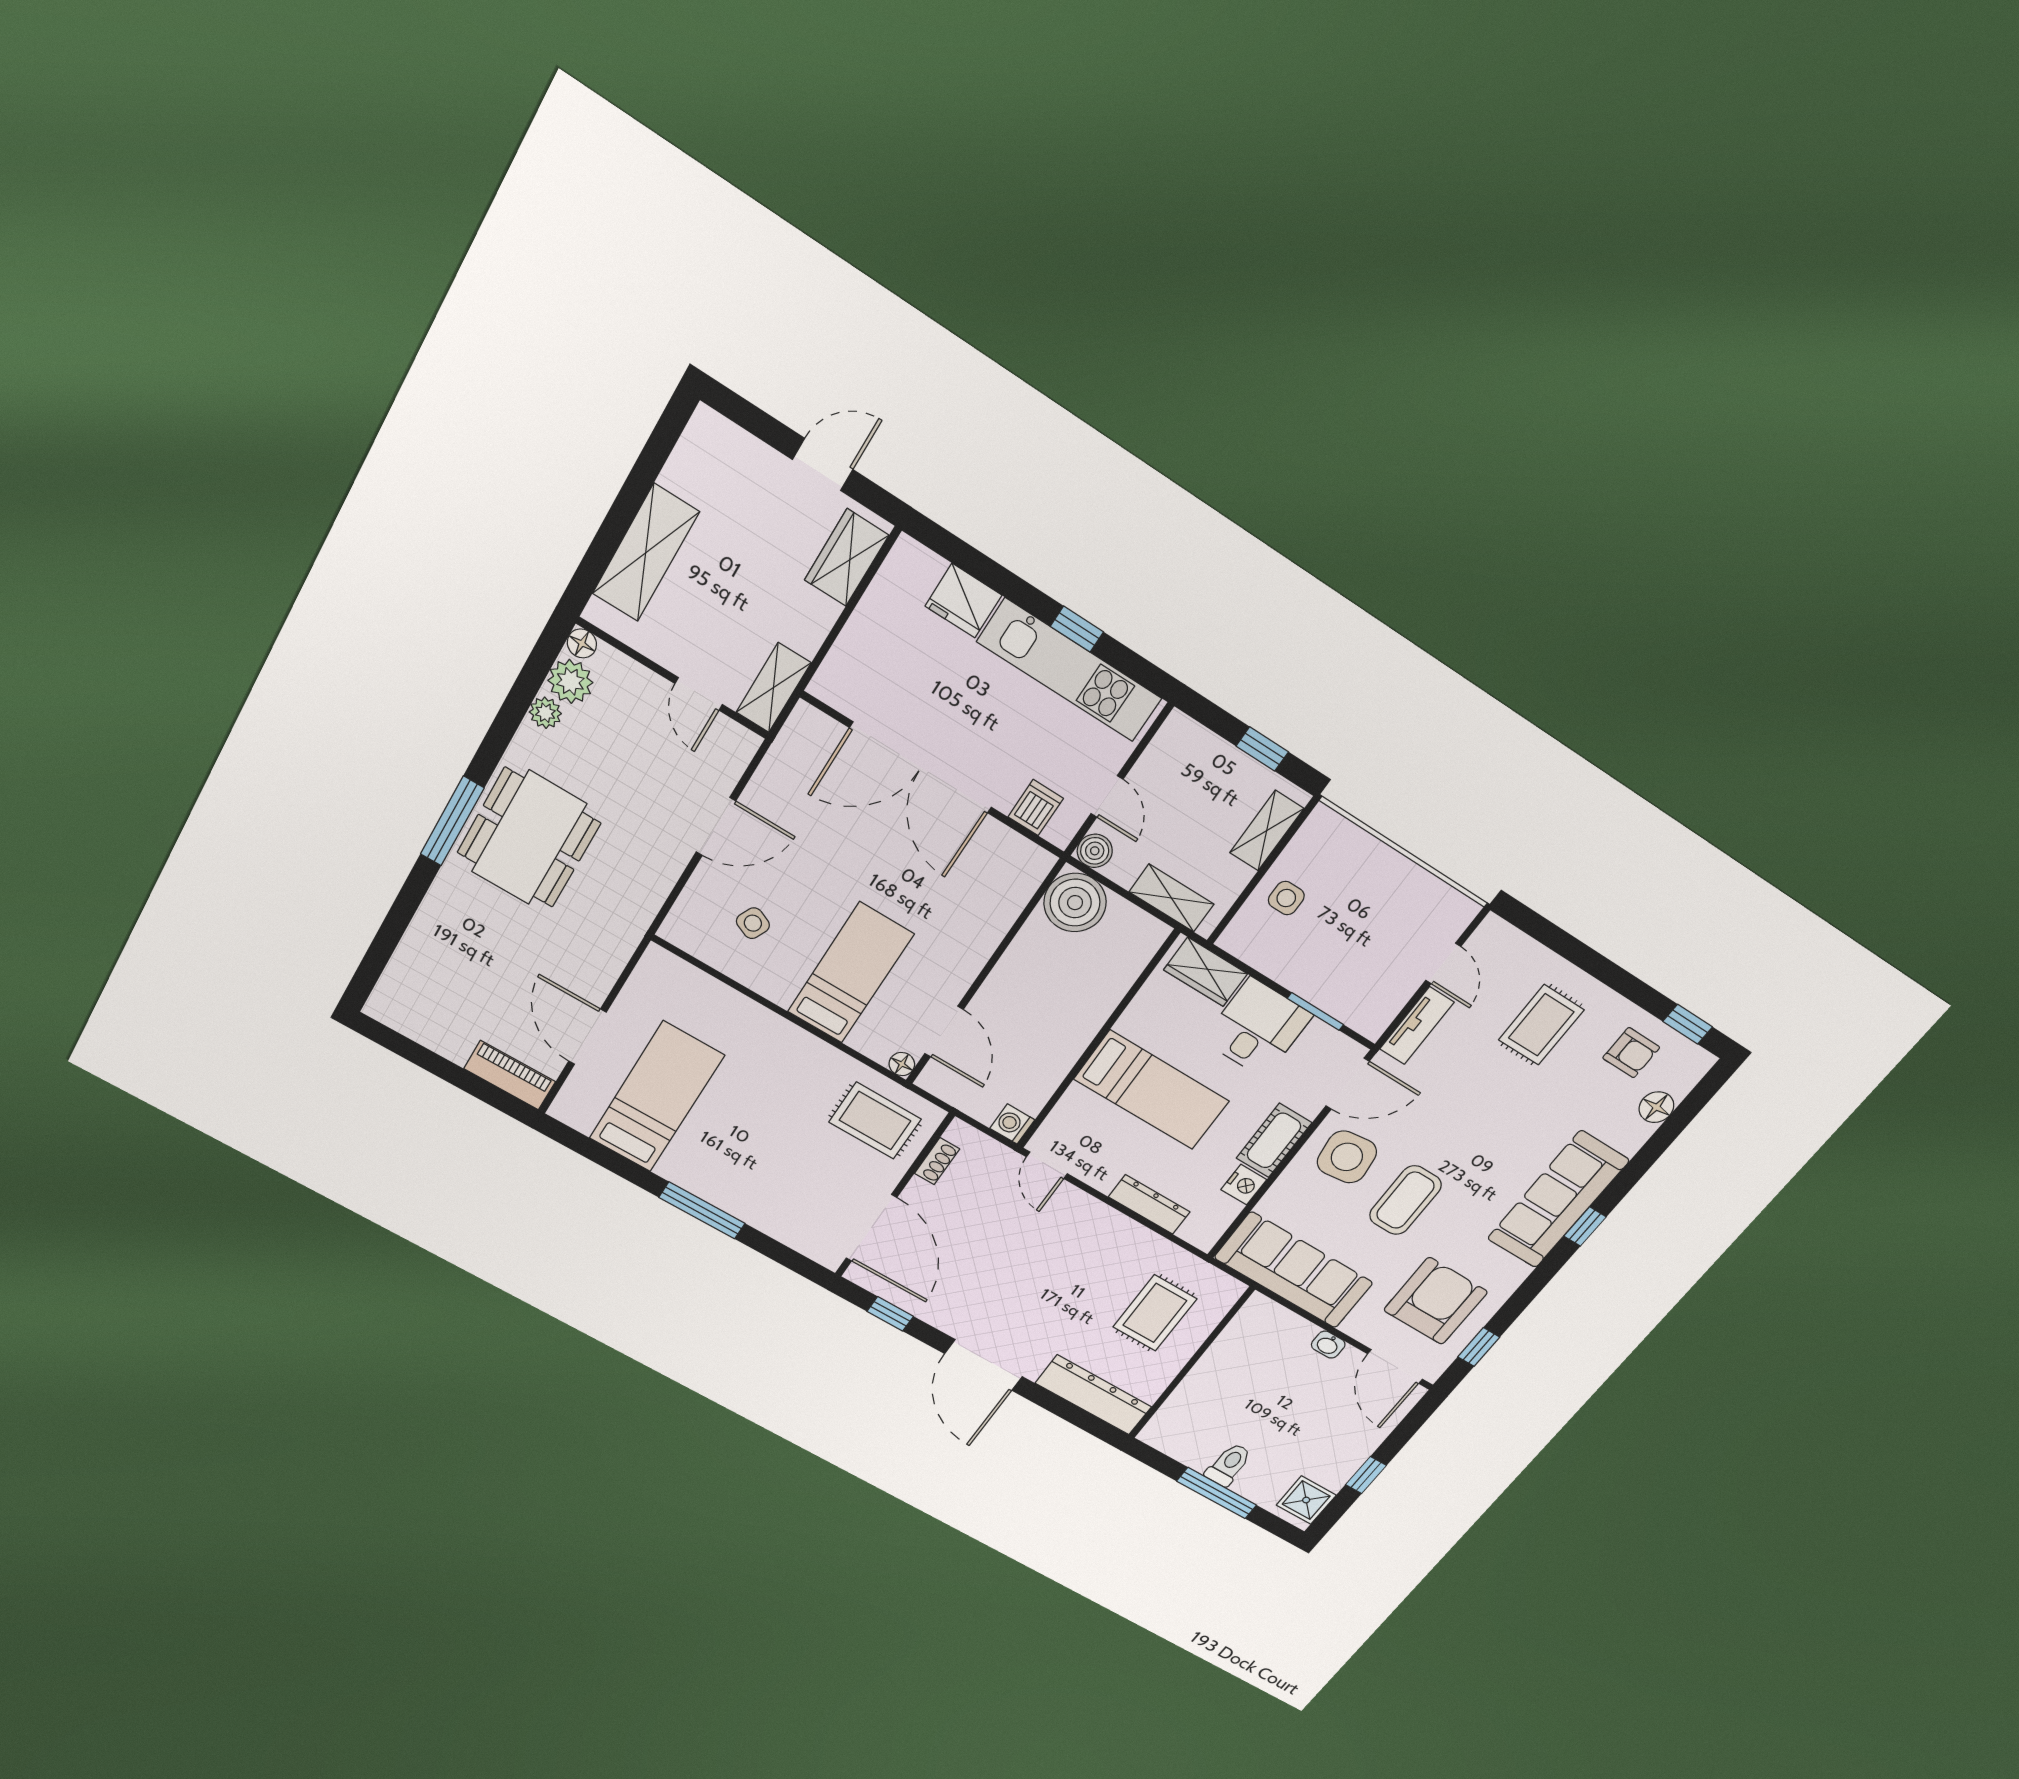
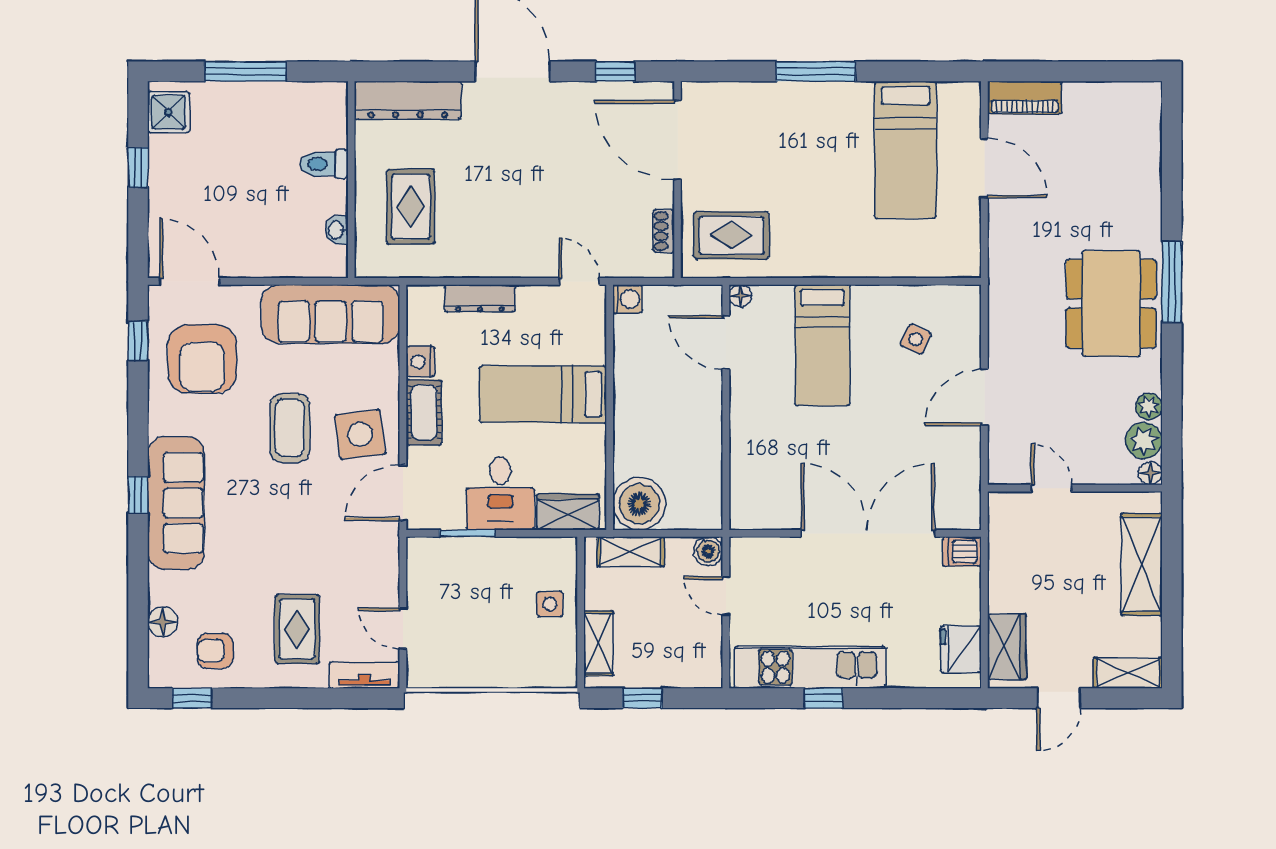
fridge: (963, 601) -> (961, 649), moved, turned -90
shelving: (773, 688) -> (1128, 673), moved, turned 90
dishwasher: (1036, 808) -> (962, 552), moved, turned 90
boiler: (1075, 903) -> (639, 504), moved
tv unit: (1417, 1026) -> (364, 675), moved, turned 90
washbasin: (1328, 1345) -> (337, 230), moved, turned -90
toilet: (1229, 1465) -> (324, 164), moved, turned 90

